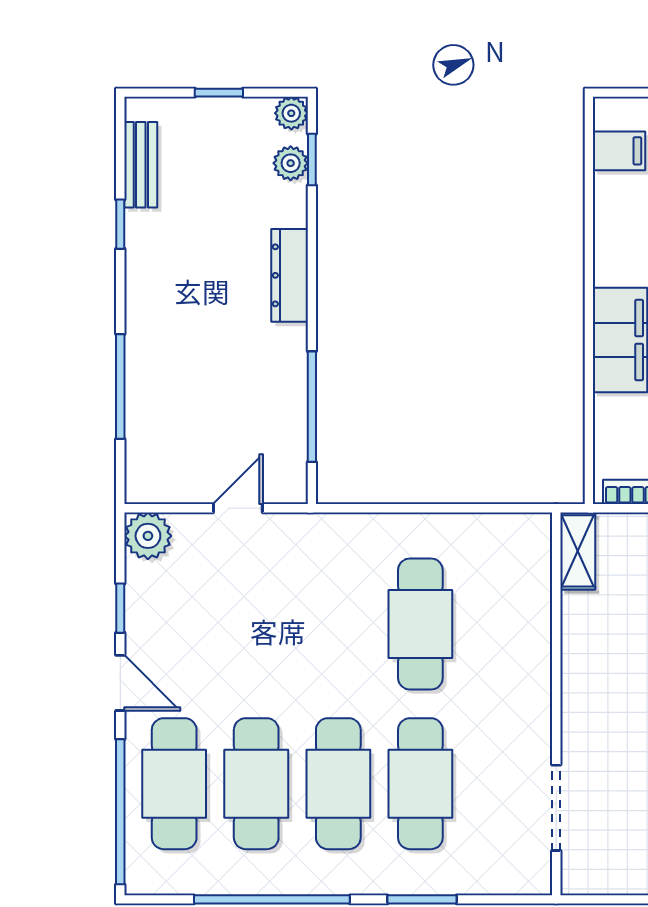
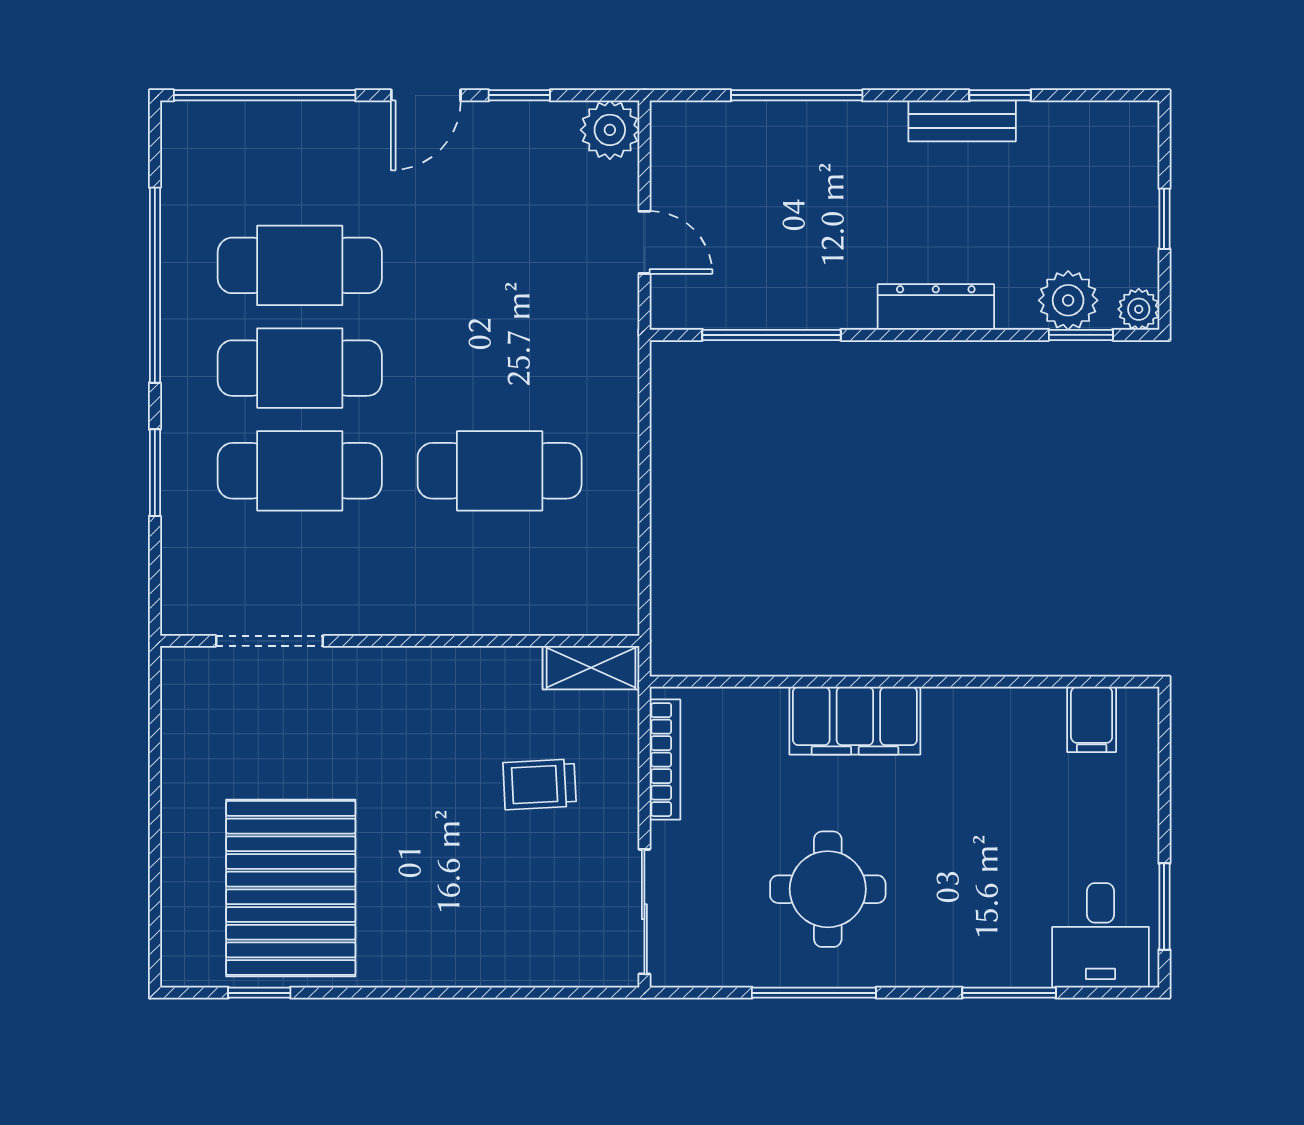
plant: (291, 163) -> (1068, 300), width x1.38, depth x1.38
bench: (141, 165) -> (962, 121), moved
cafe table: (174, 784) -> (300, 163), removed

